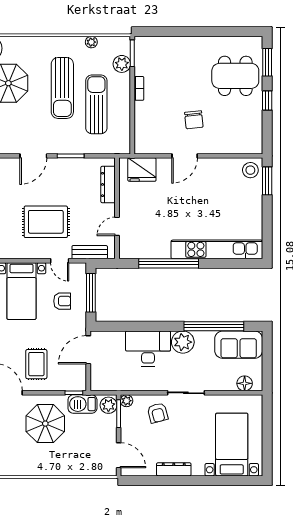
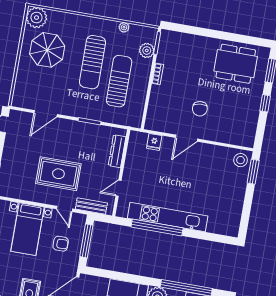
dining table: (235, 76) -> (236, 64), moved
door: (33, 156) -> (46, 114), moved
fridge: (142, 170) -> (154, 142), width x0.53, depth x0.75
kitchen unit: (217, 249) -> (168, 217), moved

